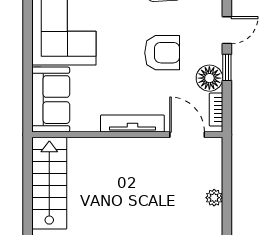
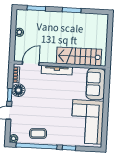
armchair: (162, 53) -> (41, 104), removed
door: (187, 135) -> (31, 63), swing flipped
stairs: (49, 183) -> (79, 56), moved, turned 90

